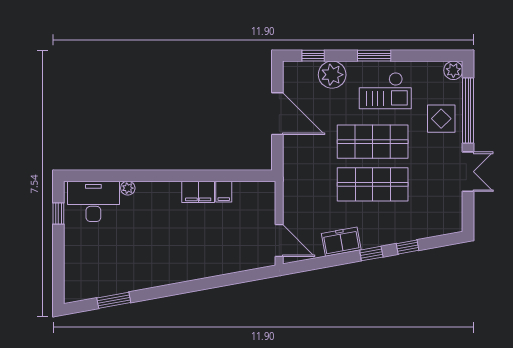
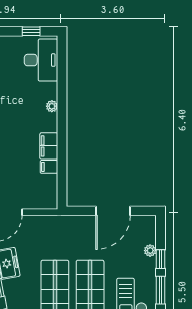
window: (313, 56) -> (160, 259), moved
plant: (332, 75) -> (150, 251), width x0.53, depth x0.53
plant: (128, 188) -> (52, 106), moved

